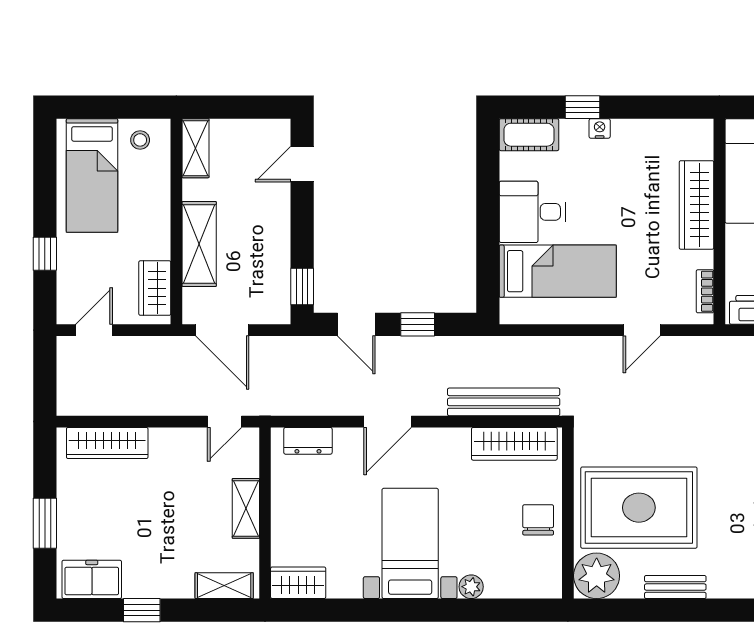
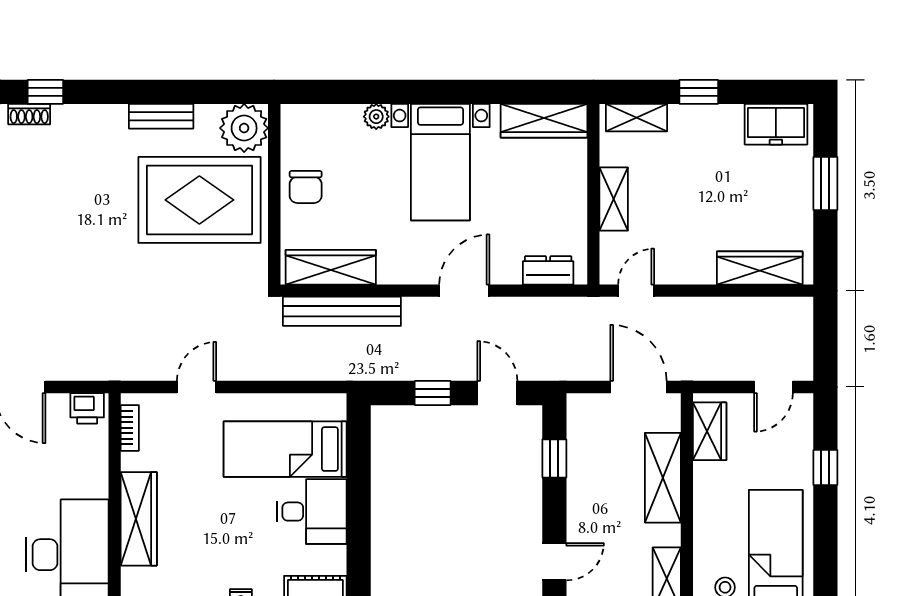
window: (302, 286) -> (554, 458), moved
wardrobe: (298, 583) -> (544, 121), width x1.50
window: (142, 610) -> (699, 92), moved

